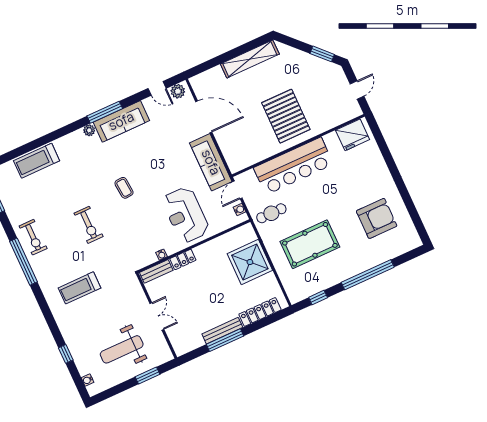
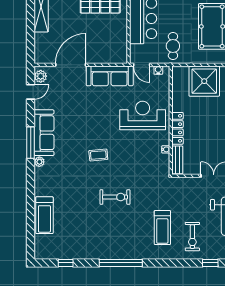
reception desk: (186, 215) -> (143, 115), turned 180
exercise bike: (33, 237) -> (192, 237), moved, turned 90
locker: (183, 259) -> (177, 128), width x1.53

